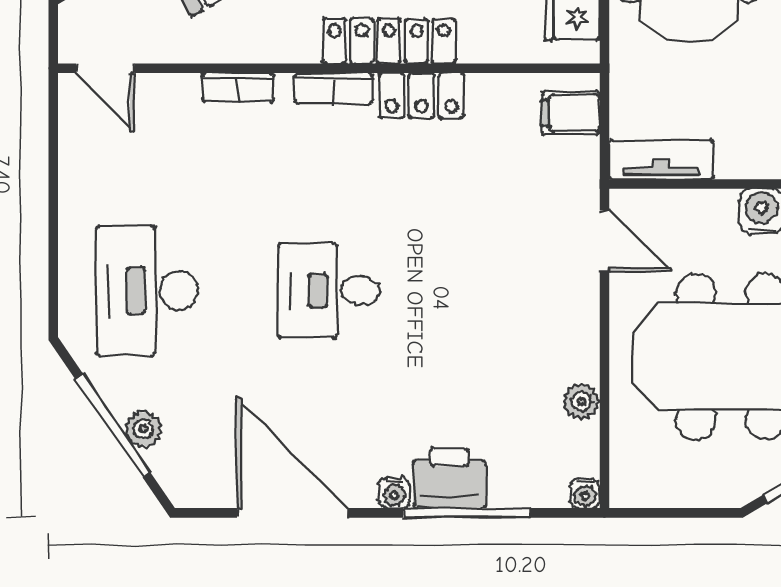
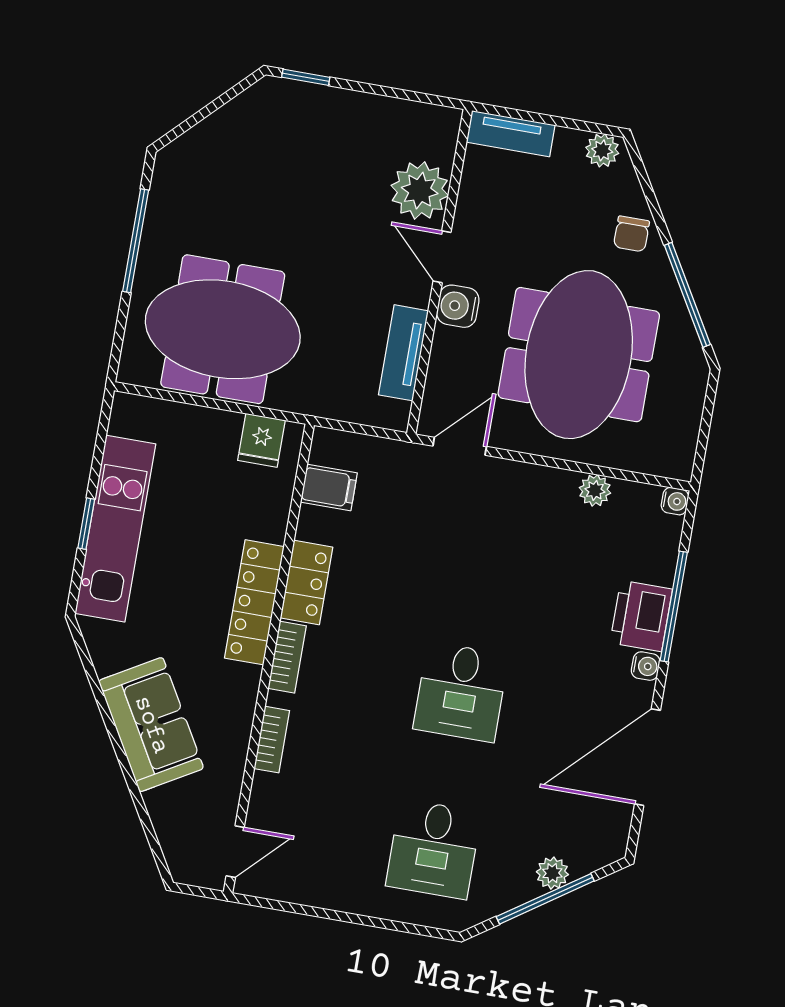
filing cabinet: (571, 113) -> (329, 488), moved, turned -90
tv unit: (661, 160) -> (403, 353), moved
desk: (147, 291) -> (434, 849), width x0.73

